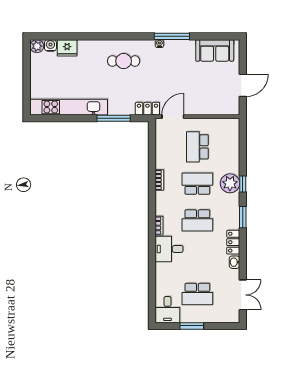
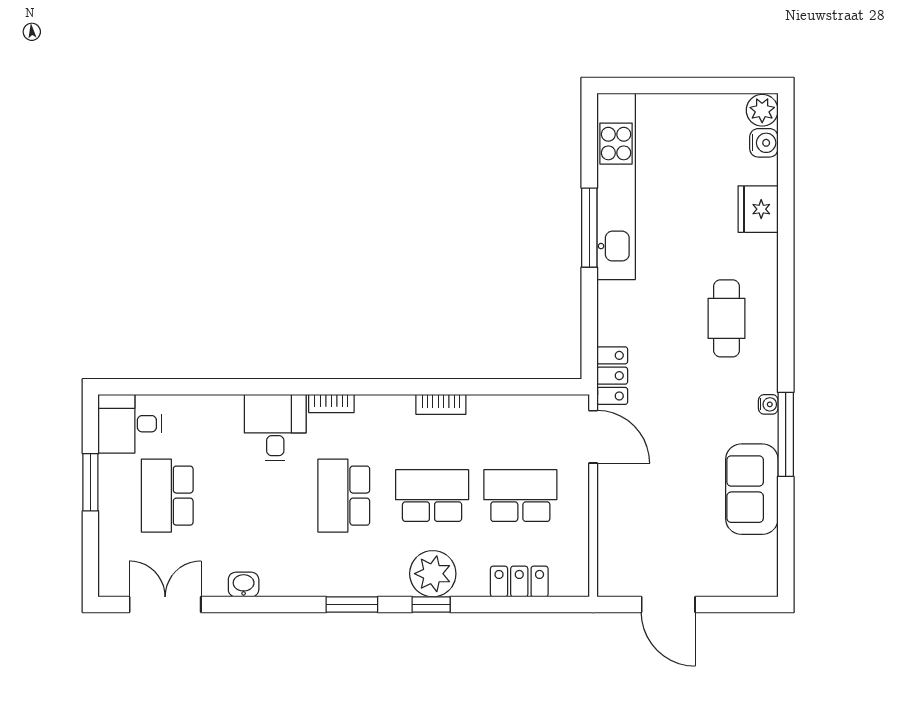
fridge: (67, 48) -> (758, 209), moved
sofa: (215, 50) -> (752, 489), moved
window: (114, 118) -> (589, 228), moved
school desk: (197, 184) -> (432, 496), turned -90
locker: (233, 242) -> (519, 582), moved
double door: (243, 295) -> (165, 604), swing flipped

